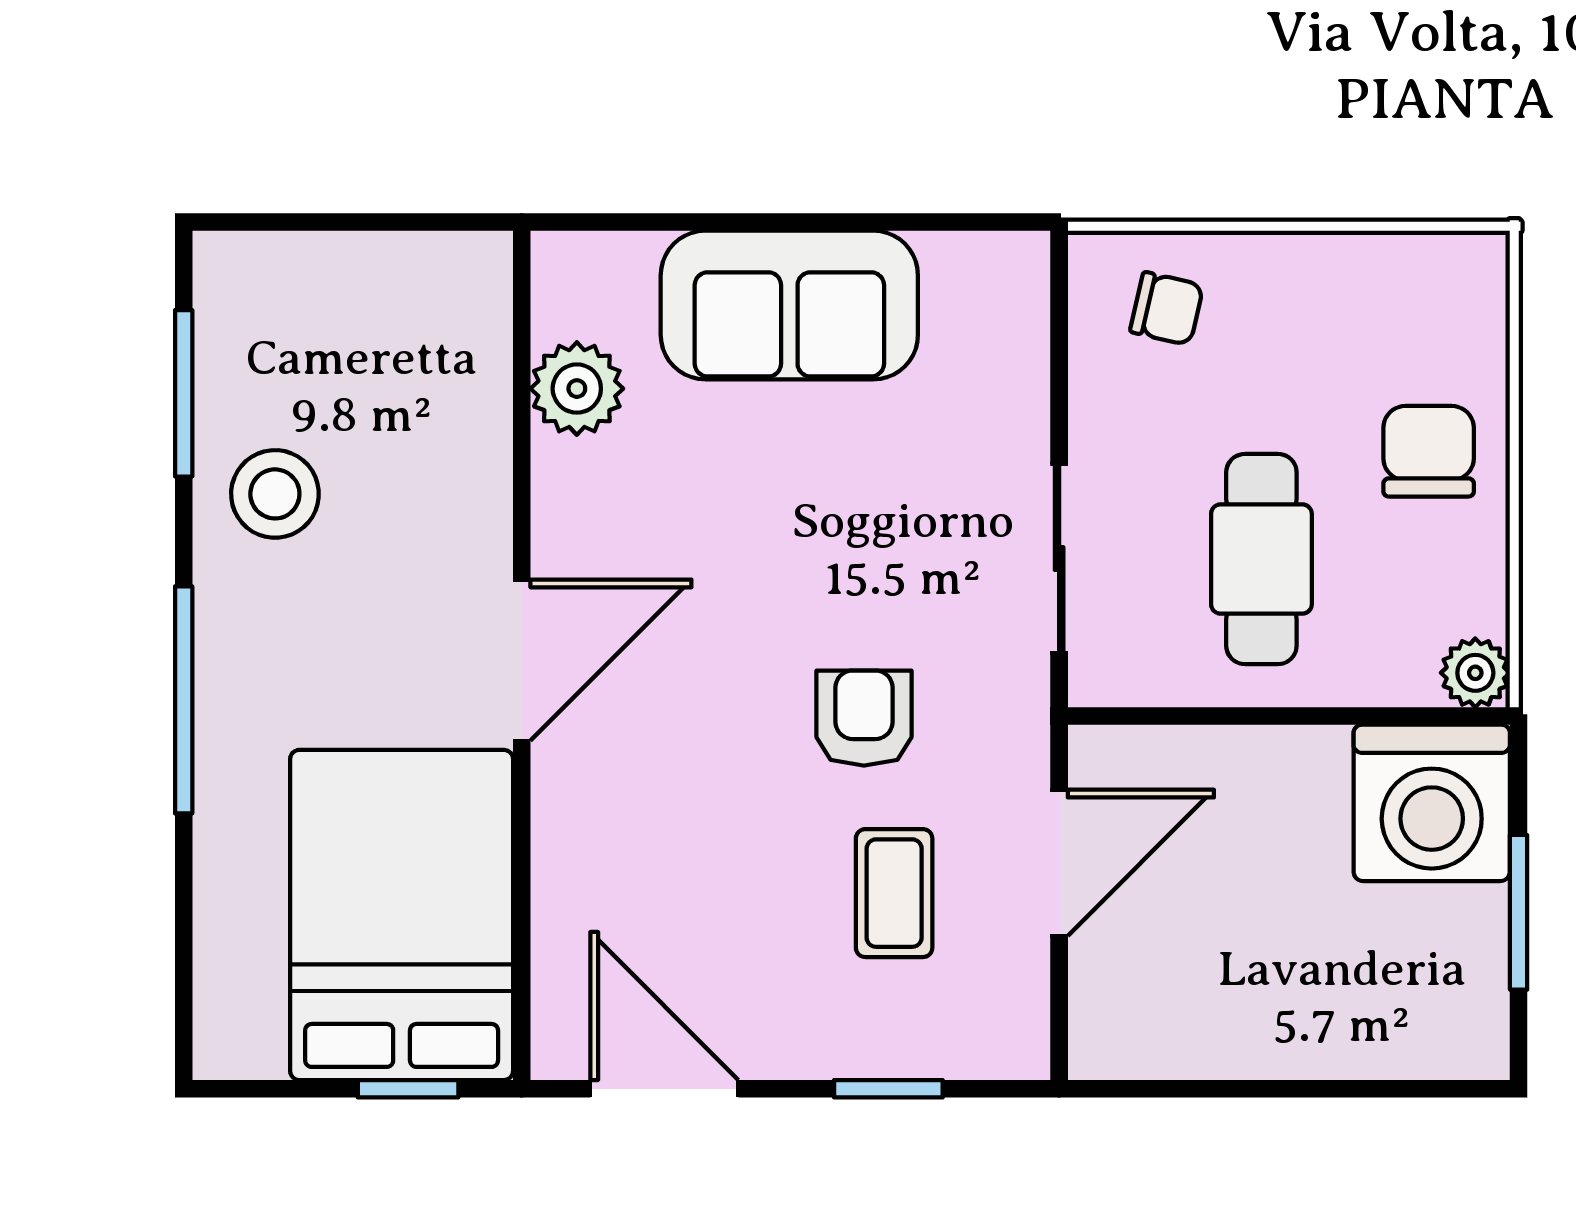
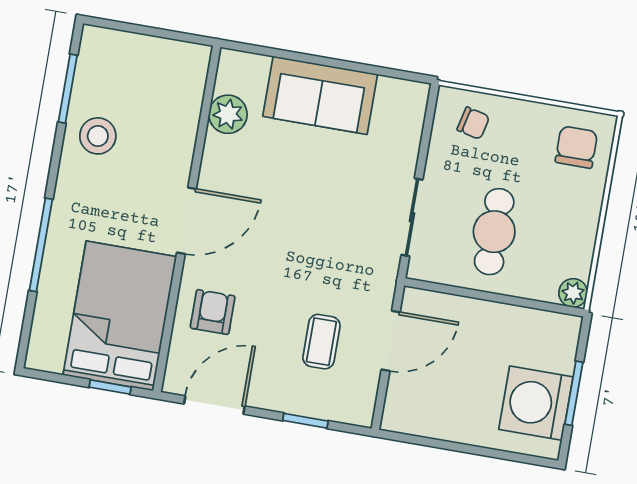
chair: (1429, 451) -> (576, 147), moved
window: (184, 700) -> (41, 245), moved
armchair: (864, 718) -> (213, 312), moved
washing machine: (1432, 803) -> (536, 403), moved, turned 90
door: (664, 1089) -> (214, 405), hinge flipped

